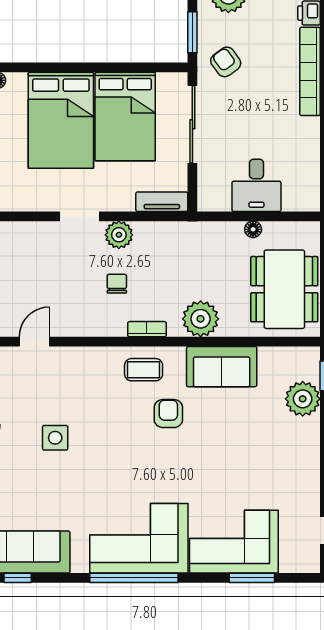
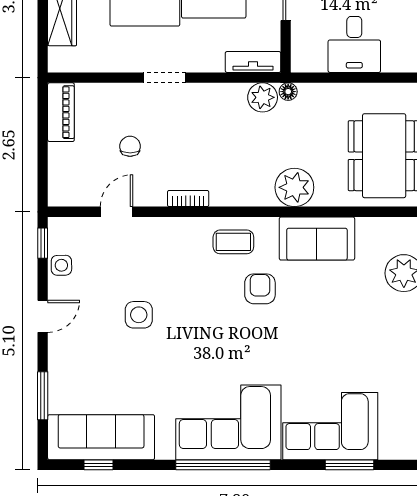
floor lamp: (253, 229) -> (288, 92), moved
plant: (119, 235) -> (263, 97), moved
chair: (117, 284) -> (130, 146), moved
bookcase: (147, 329) -> (188, 198), moved

